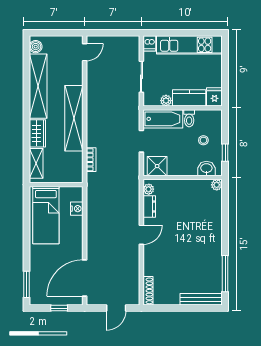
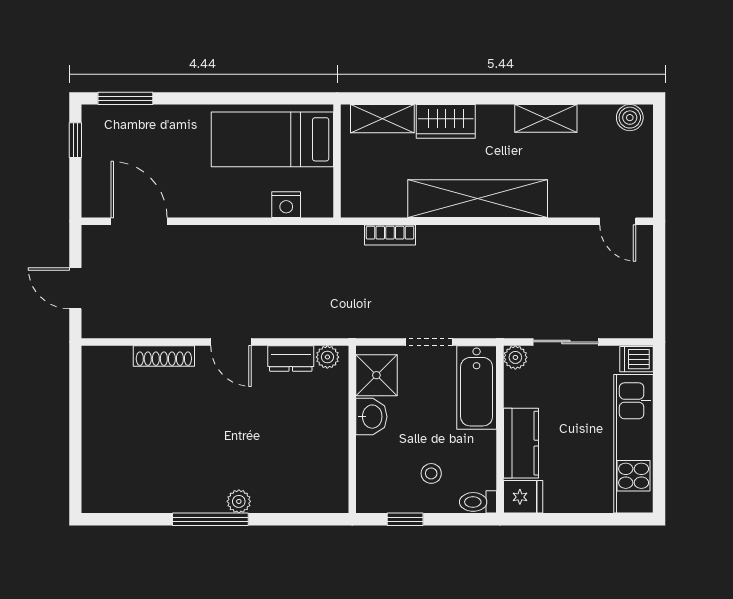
shelving: (38, 86) -> (546, 118), width x0.45, depth x0.75
plant: (166, 101) -> (515, 357), moved
toilet: (189, 118) -> (478, 502), moved
washbasin: (206, 168) -> (371, 417), moved
plant: (217, 185) -> (239, 501), moved
window: (225, 274) -> (210, 519), moved
door: (85, 278) -> (139, 221), width x0.73
shoe rack: (148, 291) -> (164, 356), moved
bench: (201, 299) -> (94, 469), removed
window: (59, 308) -> (75, 140), moved

